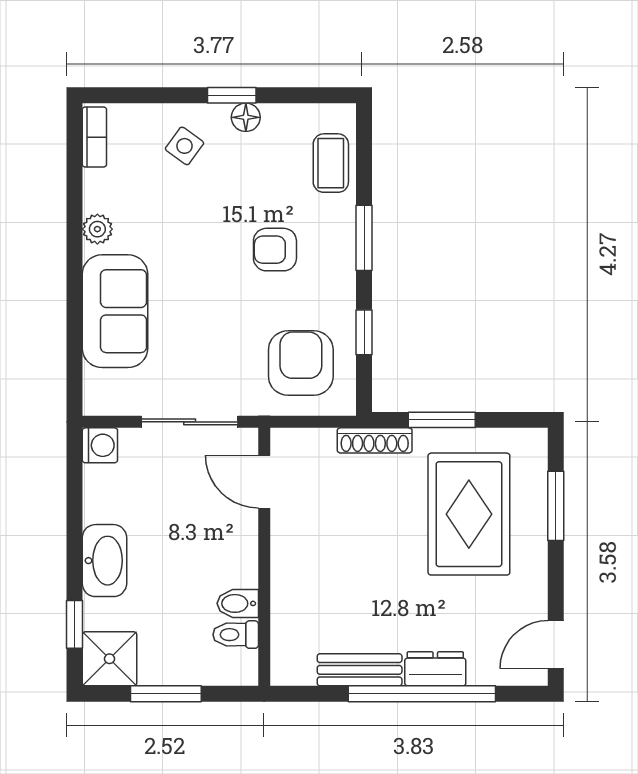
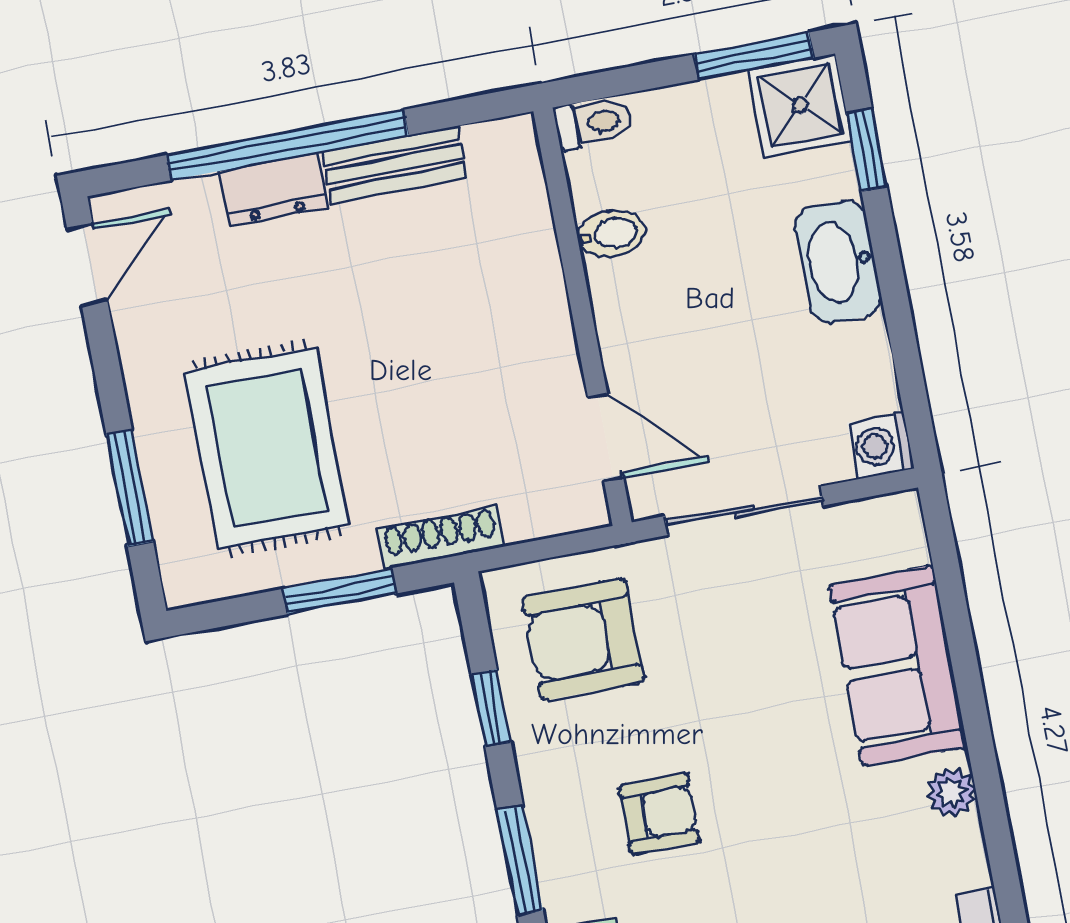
armchair: (301, 363) -> (583, 639), turned 90
toilet: (236, 635) -> (593, 123), moved
window: (166, 694) -> (754, 56), moved

